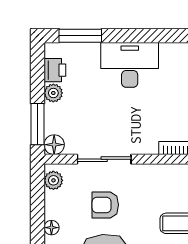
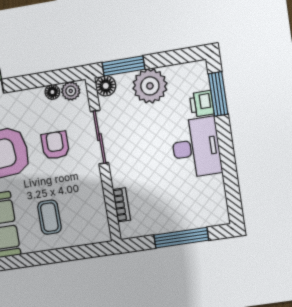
printer: (55, 70) -> (202, 104), moved, turned 90
plant: (53, 93) -> (150, 86), width x1.87, depth x1.87
floor lamp: (51, 228) -> (52, 92), moved

